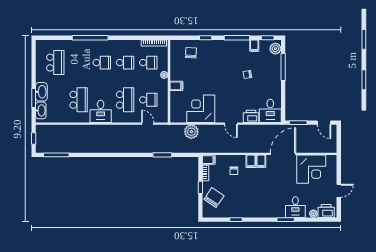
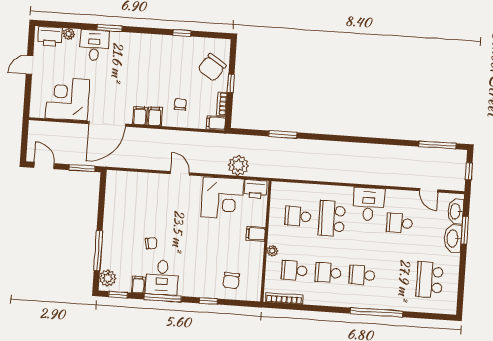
school desk: (79, 100) -> (399, 223), width x0.54
desk: (270, 111) -> (162, 278), moved, turned 180
printer: (251, 116) -> (256, 189), moved
door: (148, 124) -> (429, 190), moved

